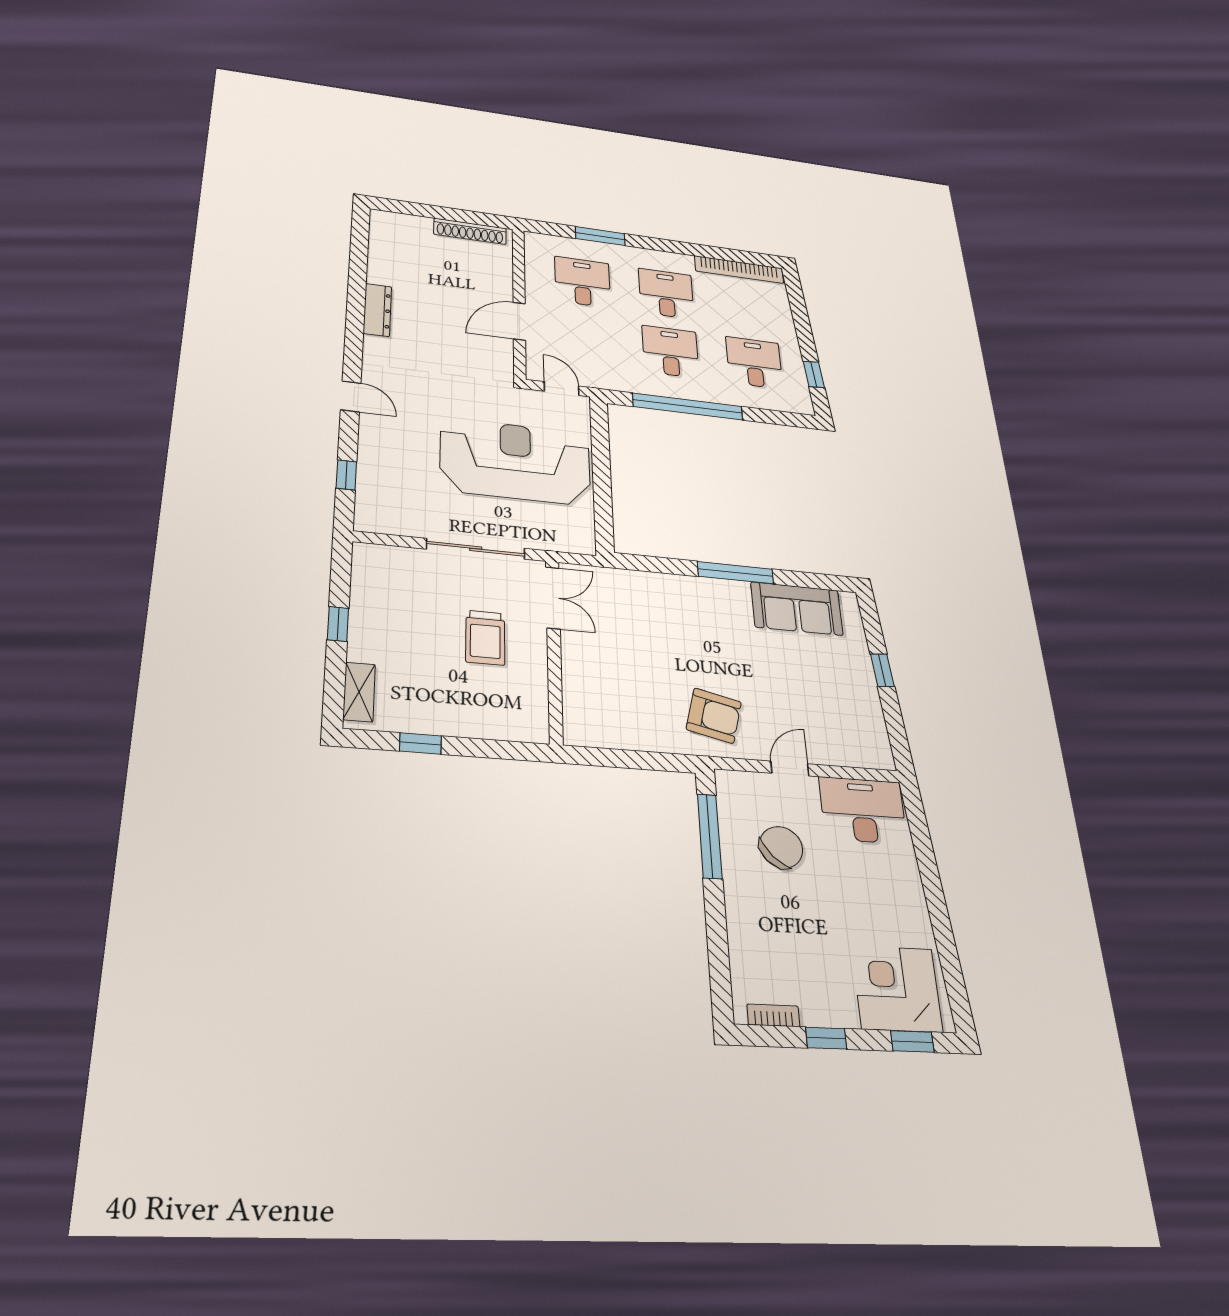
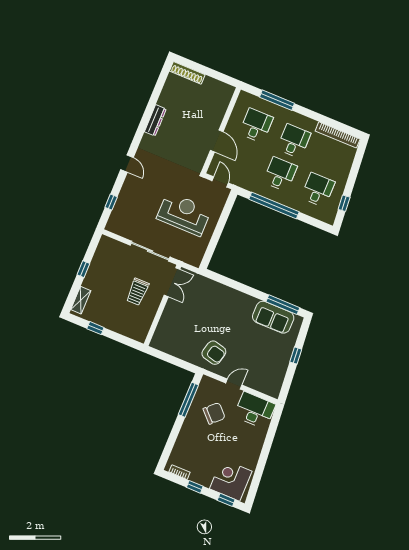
shoe rack: (470, 231) -> (187, 73), moved
window: (600, 236) -> (277, 100), width x1.44
door: (519, 321) -> (217, 141), swing flipped
reception desk: (515, 462) -> (184, 214), width x0.74, depth x0.77
window: (736, 573) -> (283, 305), moved

